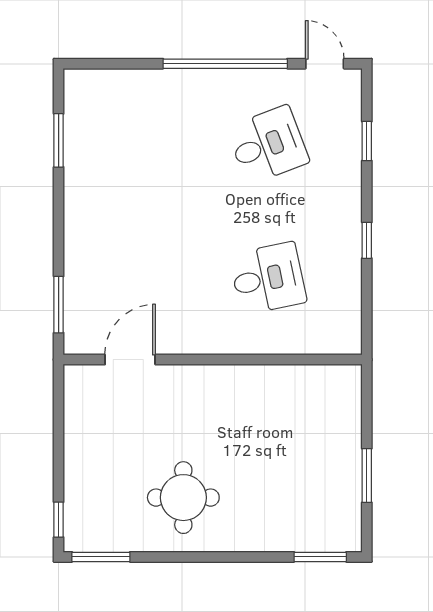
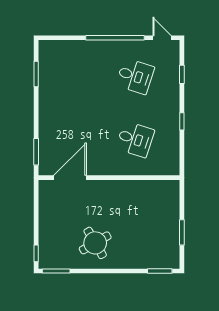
desk: (268, 145) -> (135, 76), turned 39
desk: (268, 278) -> (135, 139), turned 30
door: (130, 360) -> (70, 178), width x1.36
round table: (183, 498) -> (95, 243), turned -30

